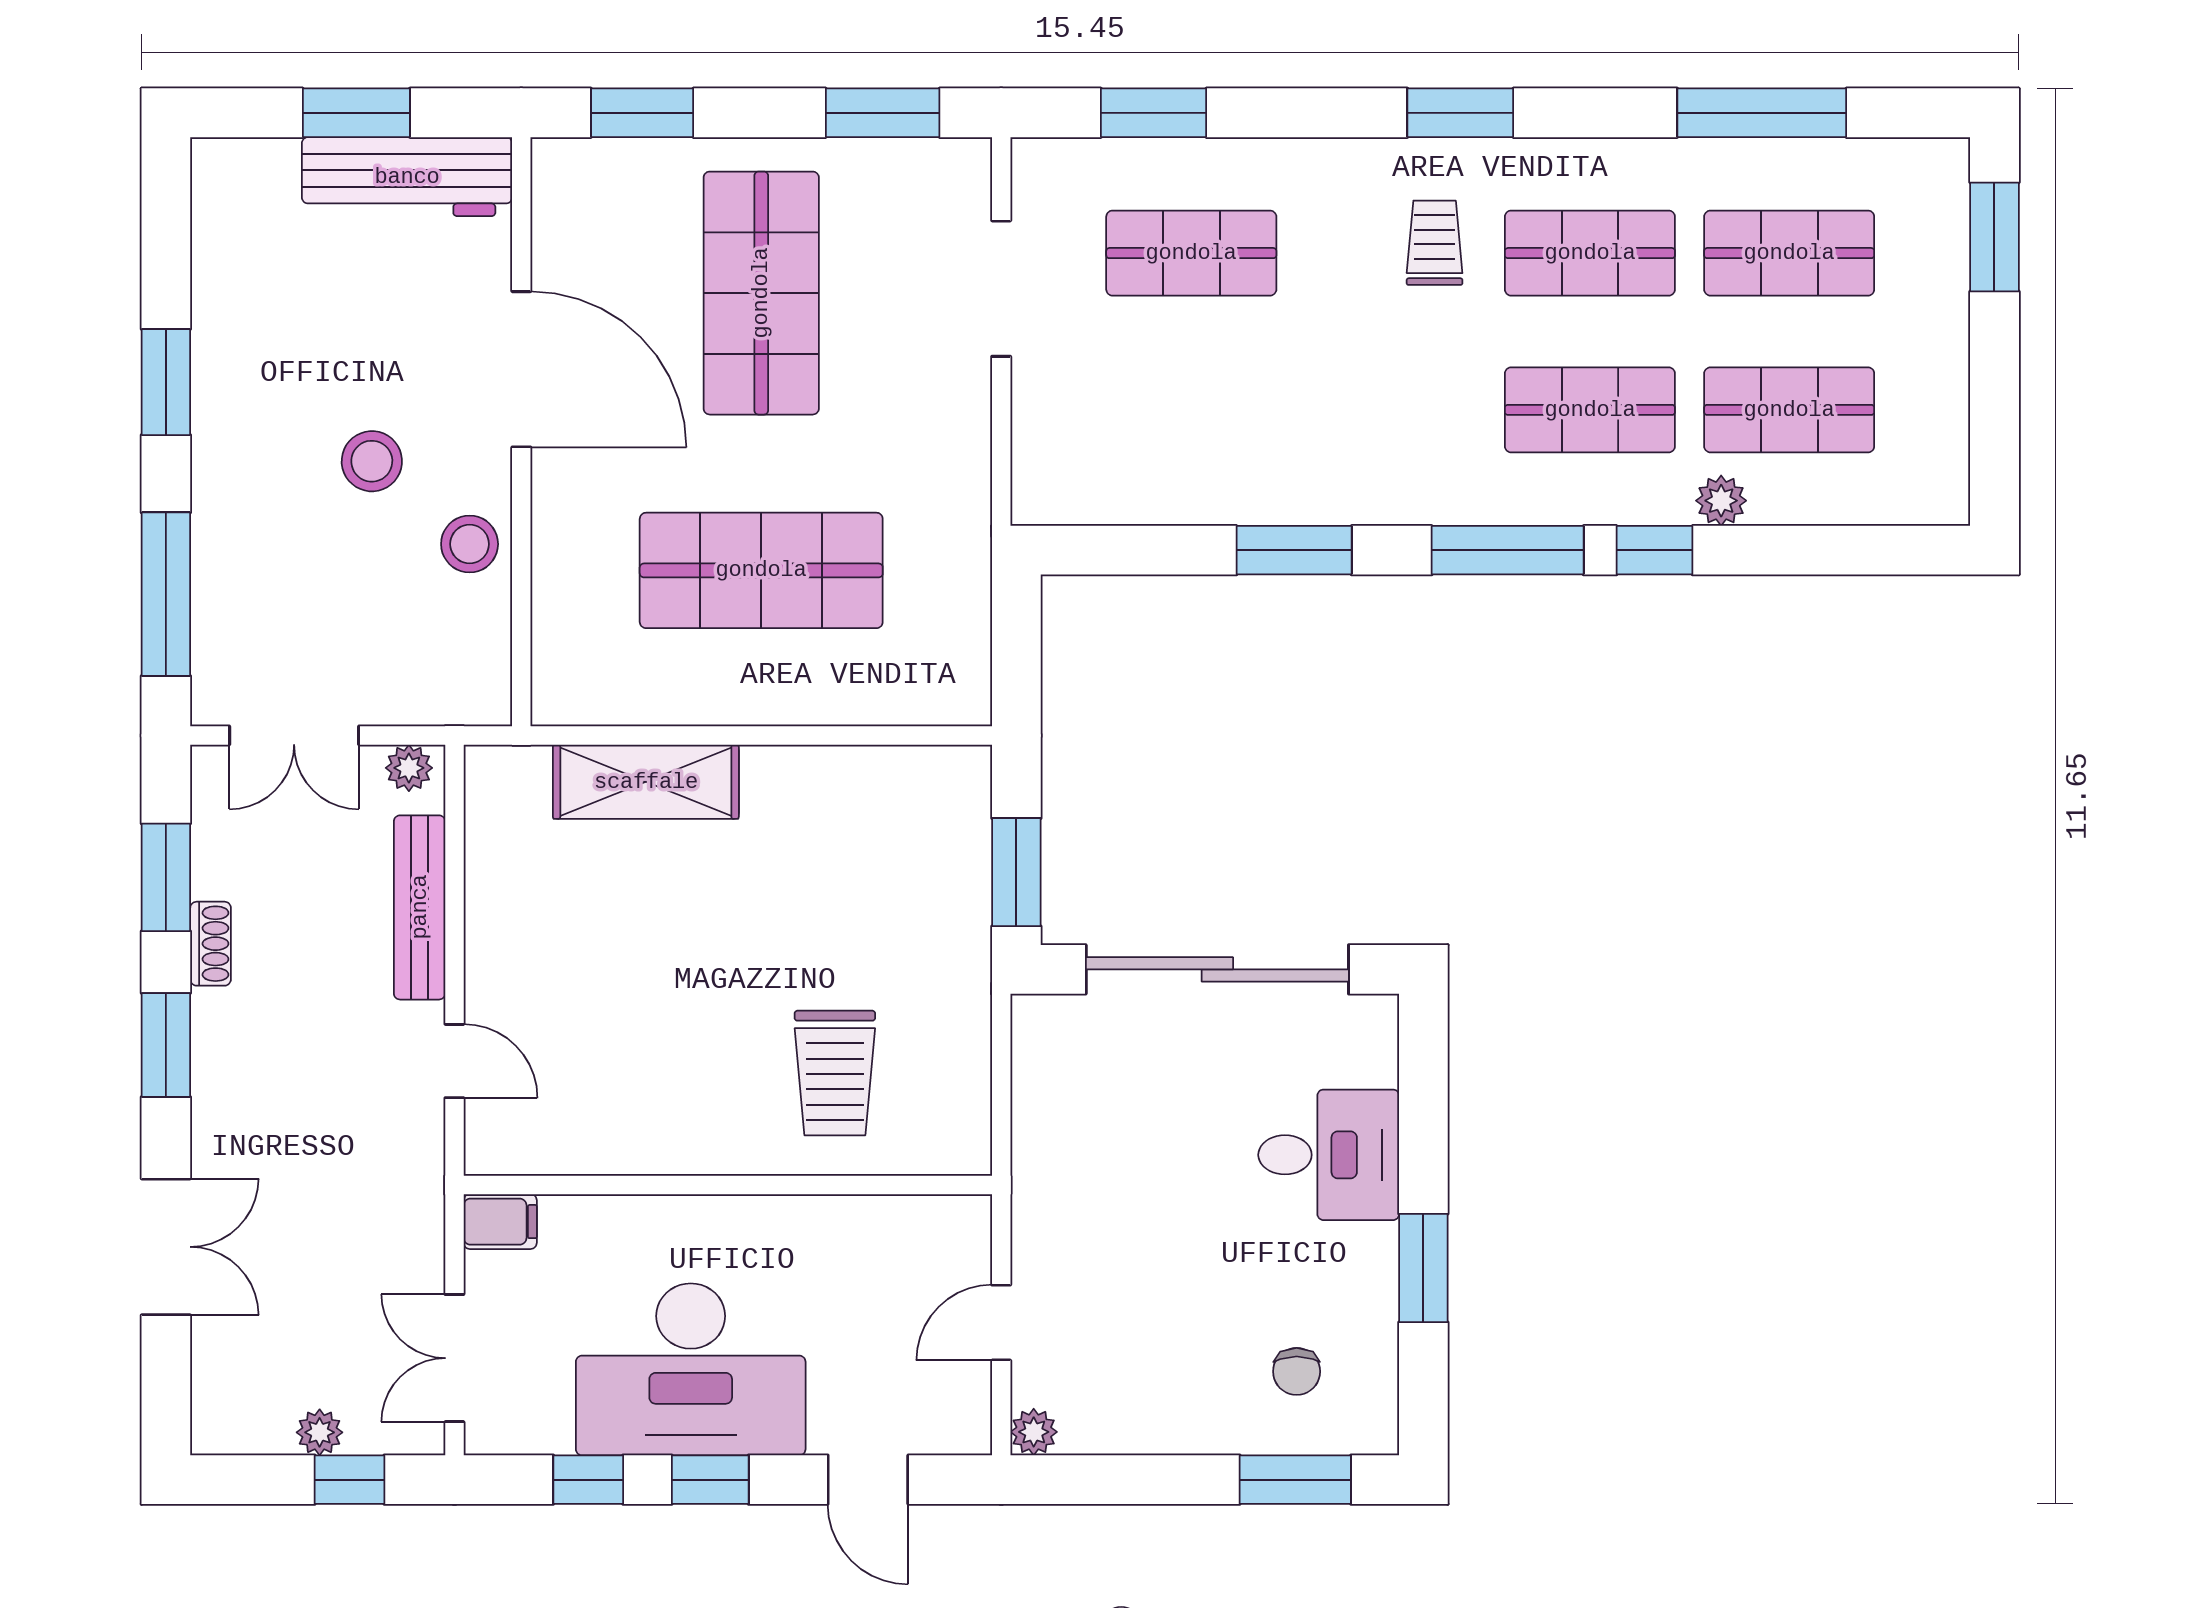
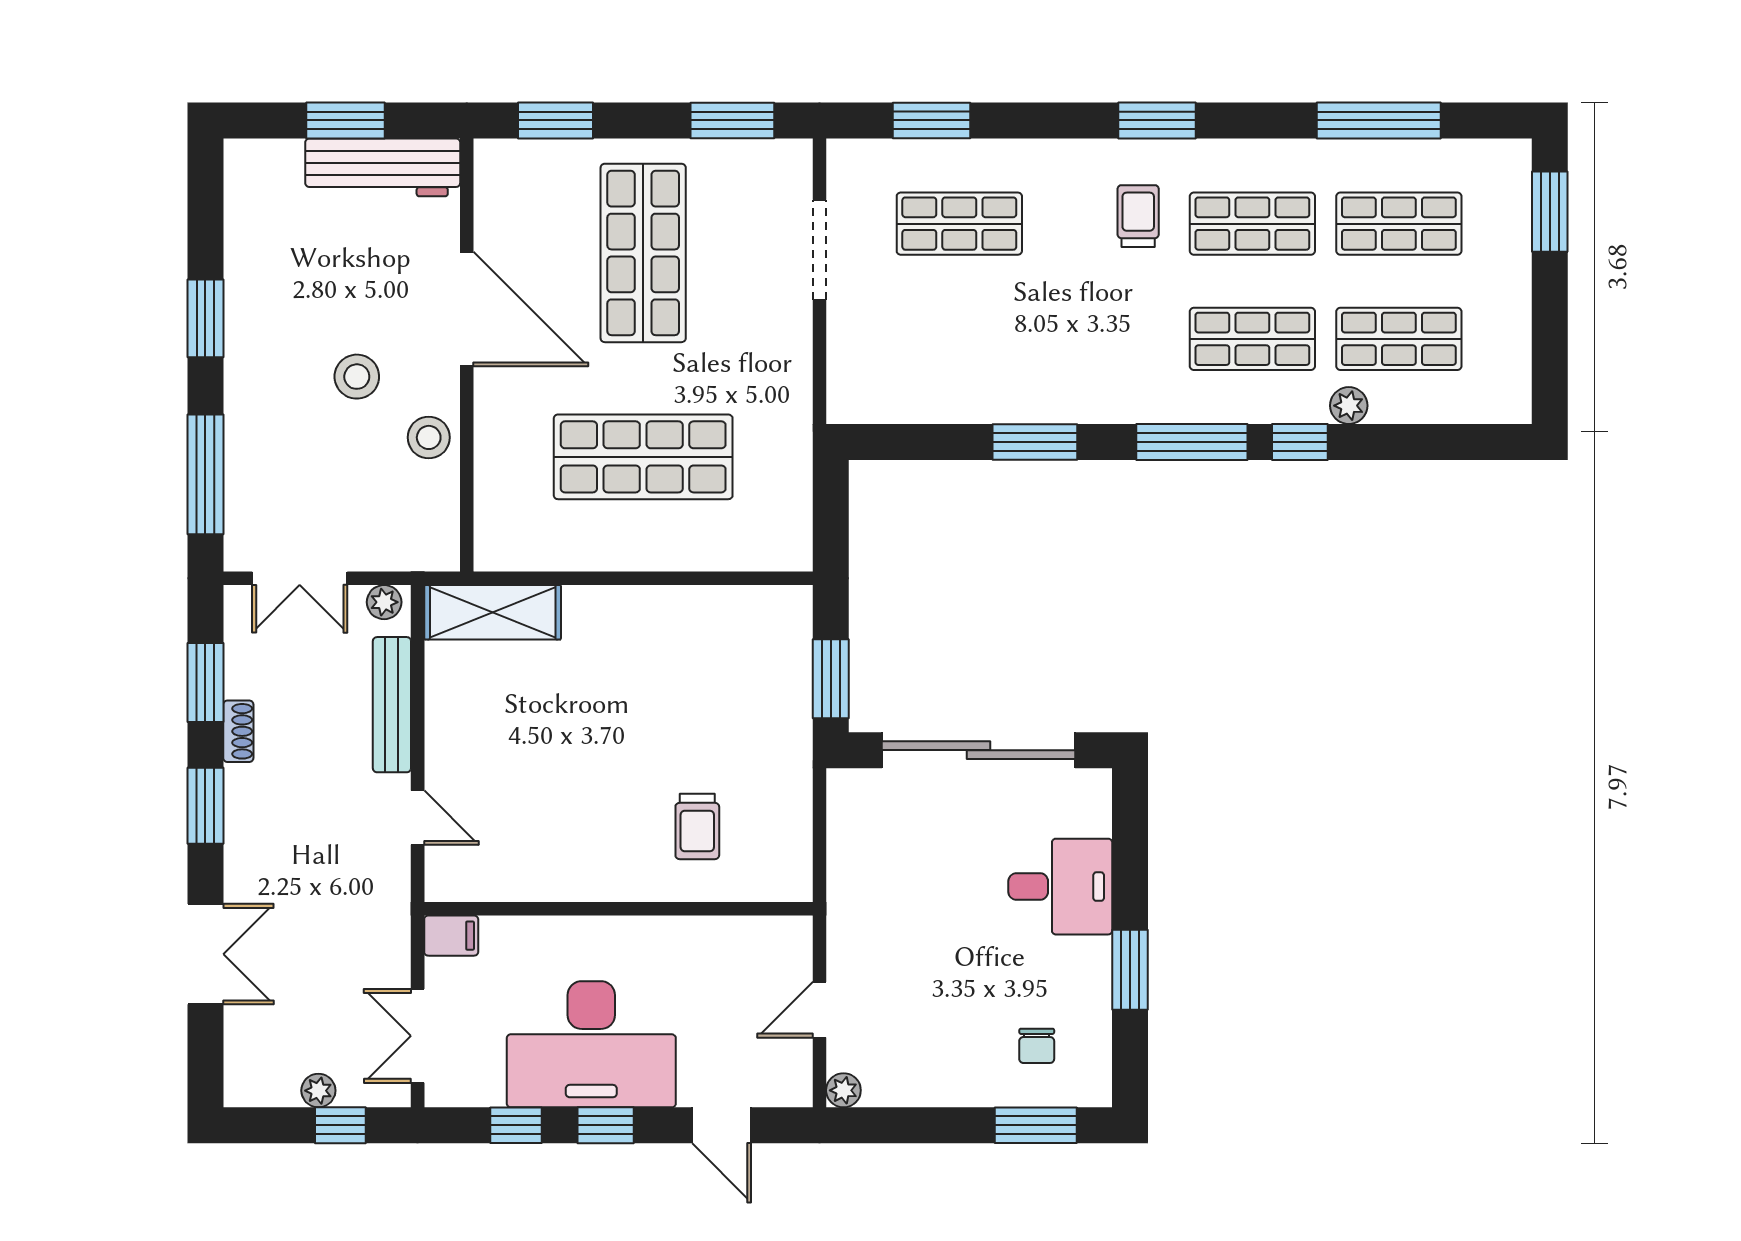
shelving: (646, 782) -> (493, 612), moved
trolley: (835, 1073) -> (697, 826), width x0.73, depth x0.72

